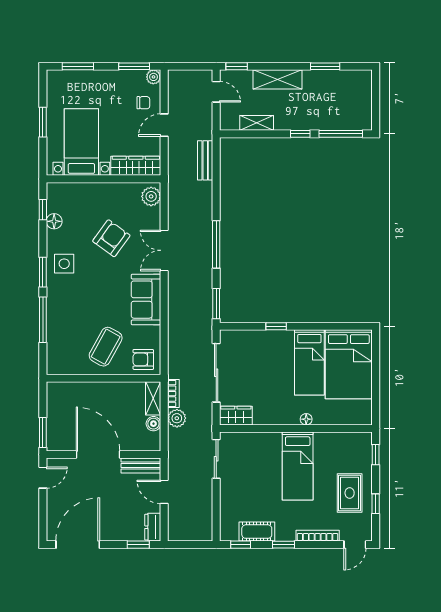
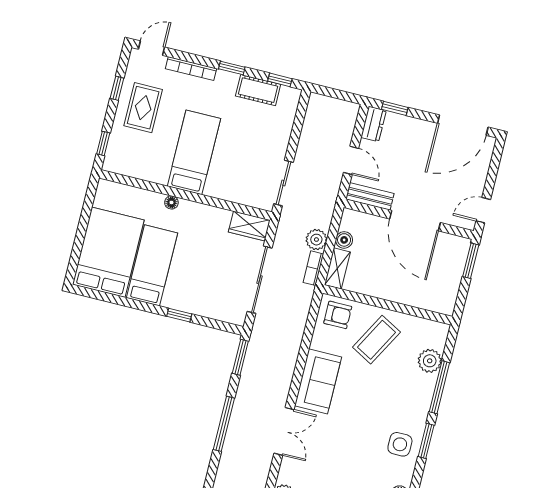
armchair: (111, 238) -> (340, 460), removed
plant: (57, 340) -> (430, 361), added

